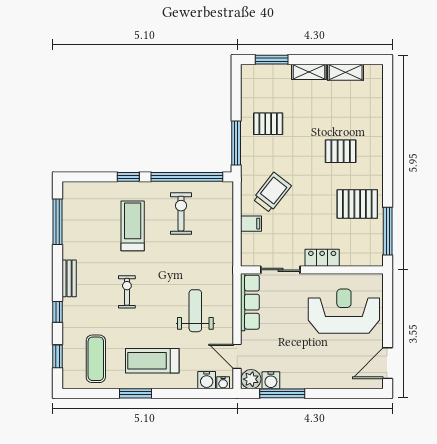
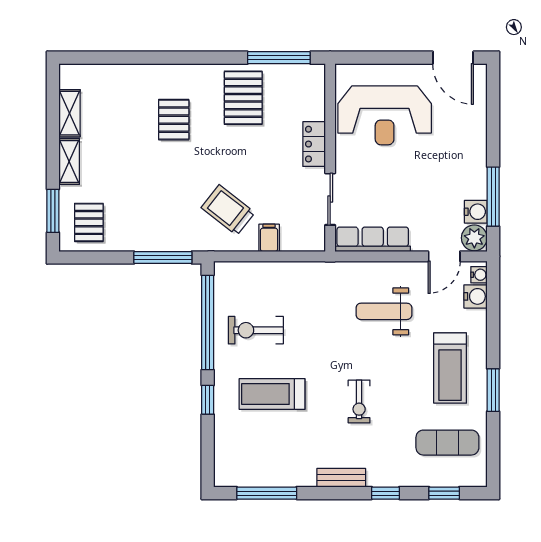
pallet: (268, 124) -> (89, 222), moved
exercise bike: (127, 292) -> (359, 401), turned -90
reception desk: (344, 311) -> (385, 115), turned -90

